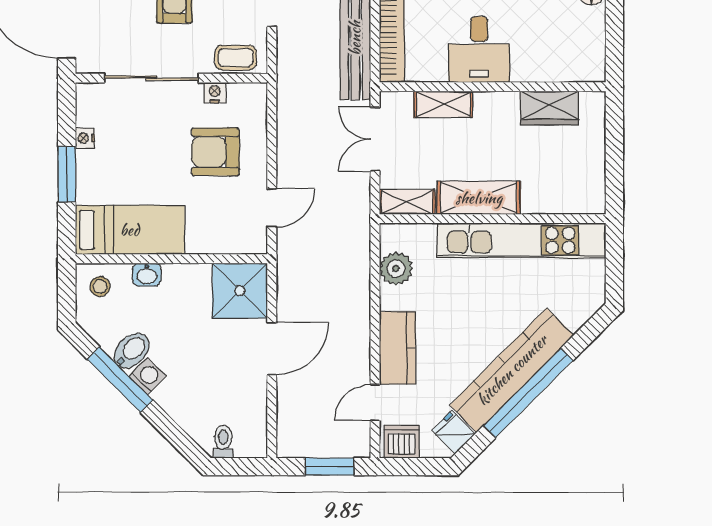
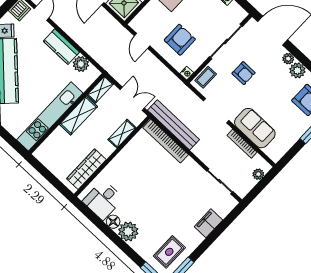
desk: (479, 49) -> (103, 200), moved, turned -90
nightstand: (215, 93) -> (187, 73), moved
wardrobe: (549, 108) -> (86, 169), width x1.50
kitchen counter: (397, 348) -> (61, 47), moved

